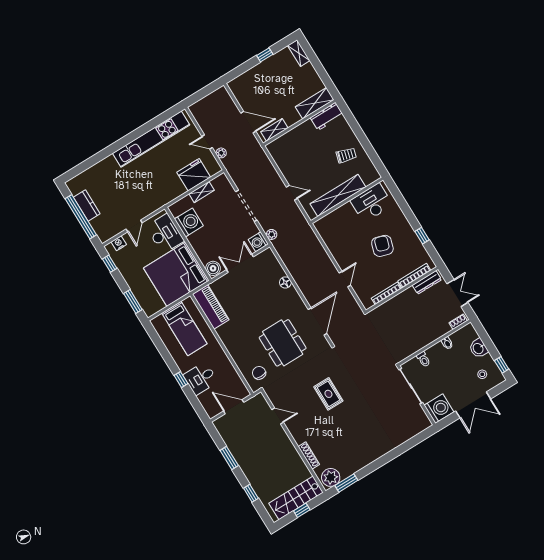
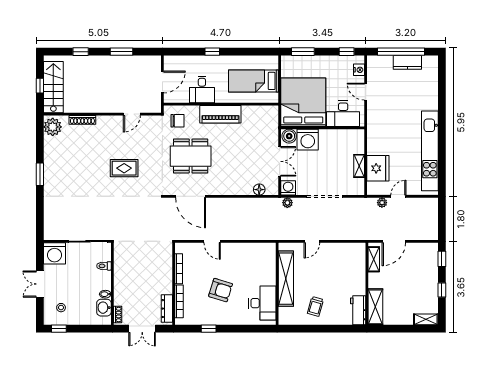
window: (238, 71) -> (442, 259), added
washing machine: (189, 222) -> (308, 140), moved
floor lamp: (285, 282) -> (259, 190), moved
piano: (211, 307) -> (220, 114), moved
washbasin: (478, 348) -> (104, 308), moved, turned -90
desk: (201, 378) -> (202, 89), moved, turned 180
double door: (473, 405) -> (40, 284), width x0.73
window: (346, 483) -> (40, 174), moved

